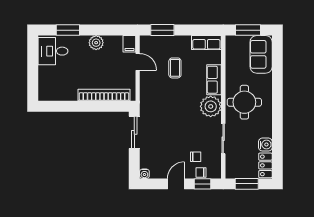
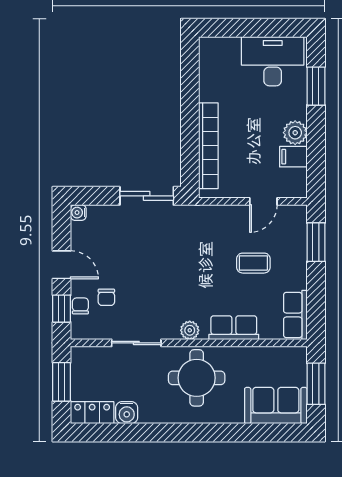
filing cabinet: (129, 44) -> (293, 157), moved
desk: (53, 51) -> (273, 61), width x1.37
plant: (211, 106) -> (190, 330), width x0.53, depth x0.53

